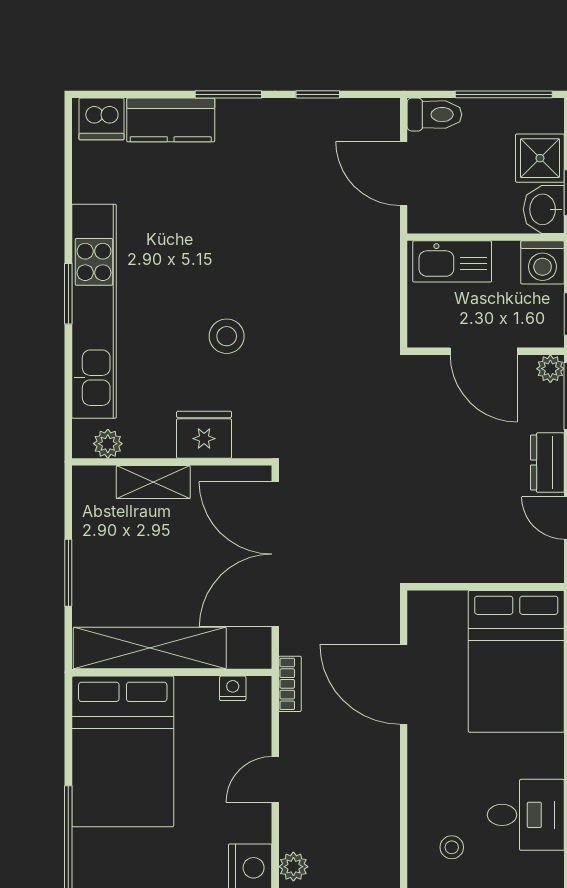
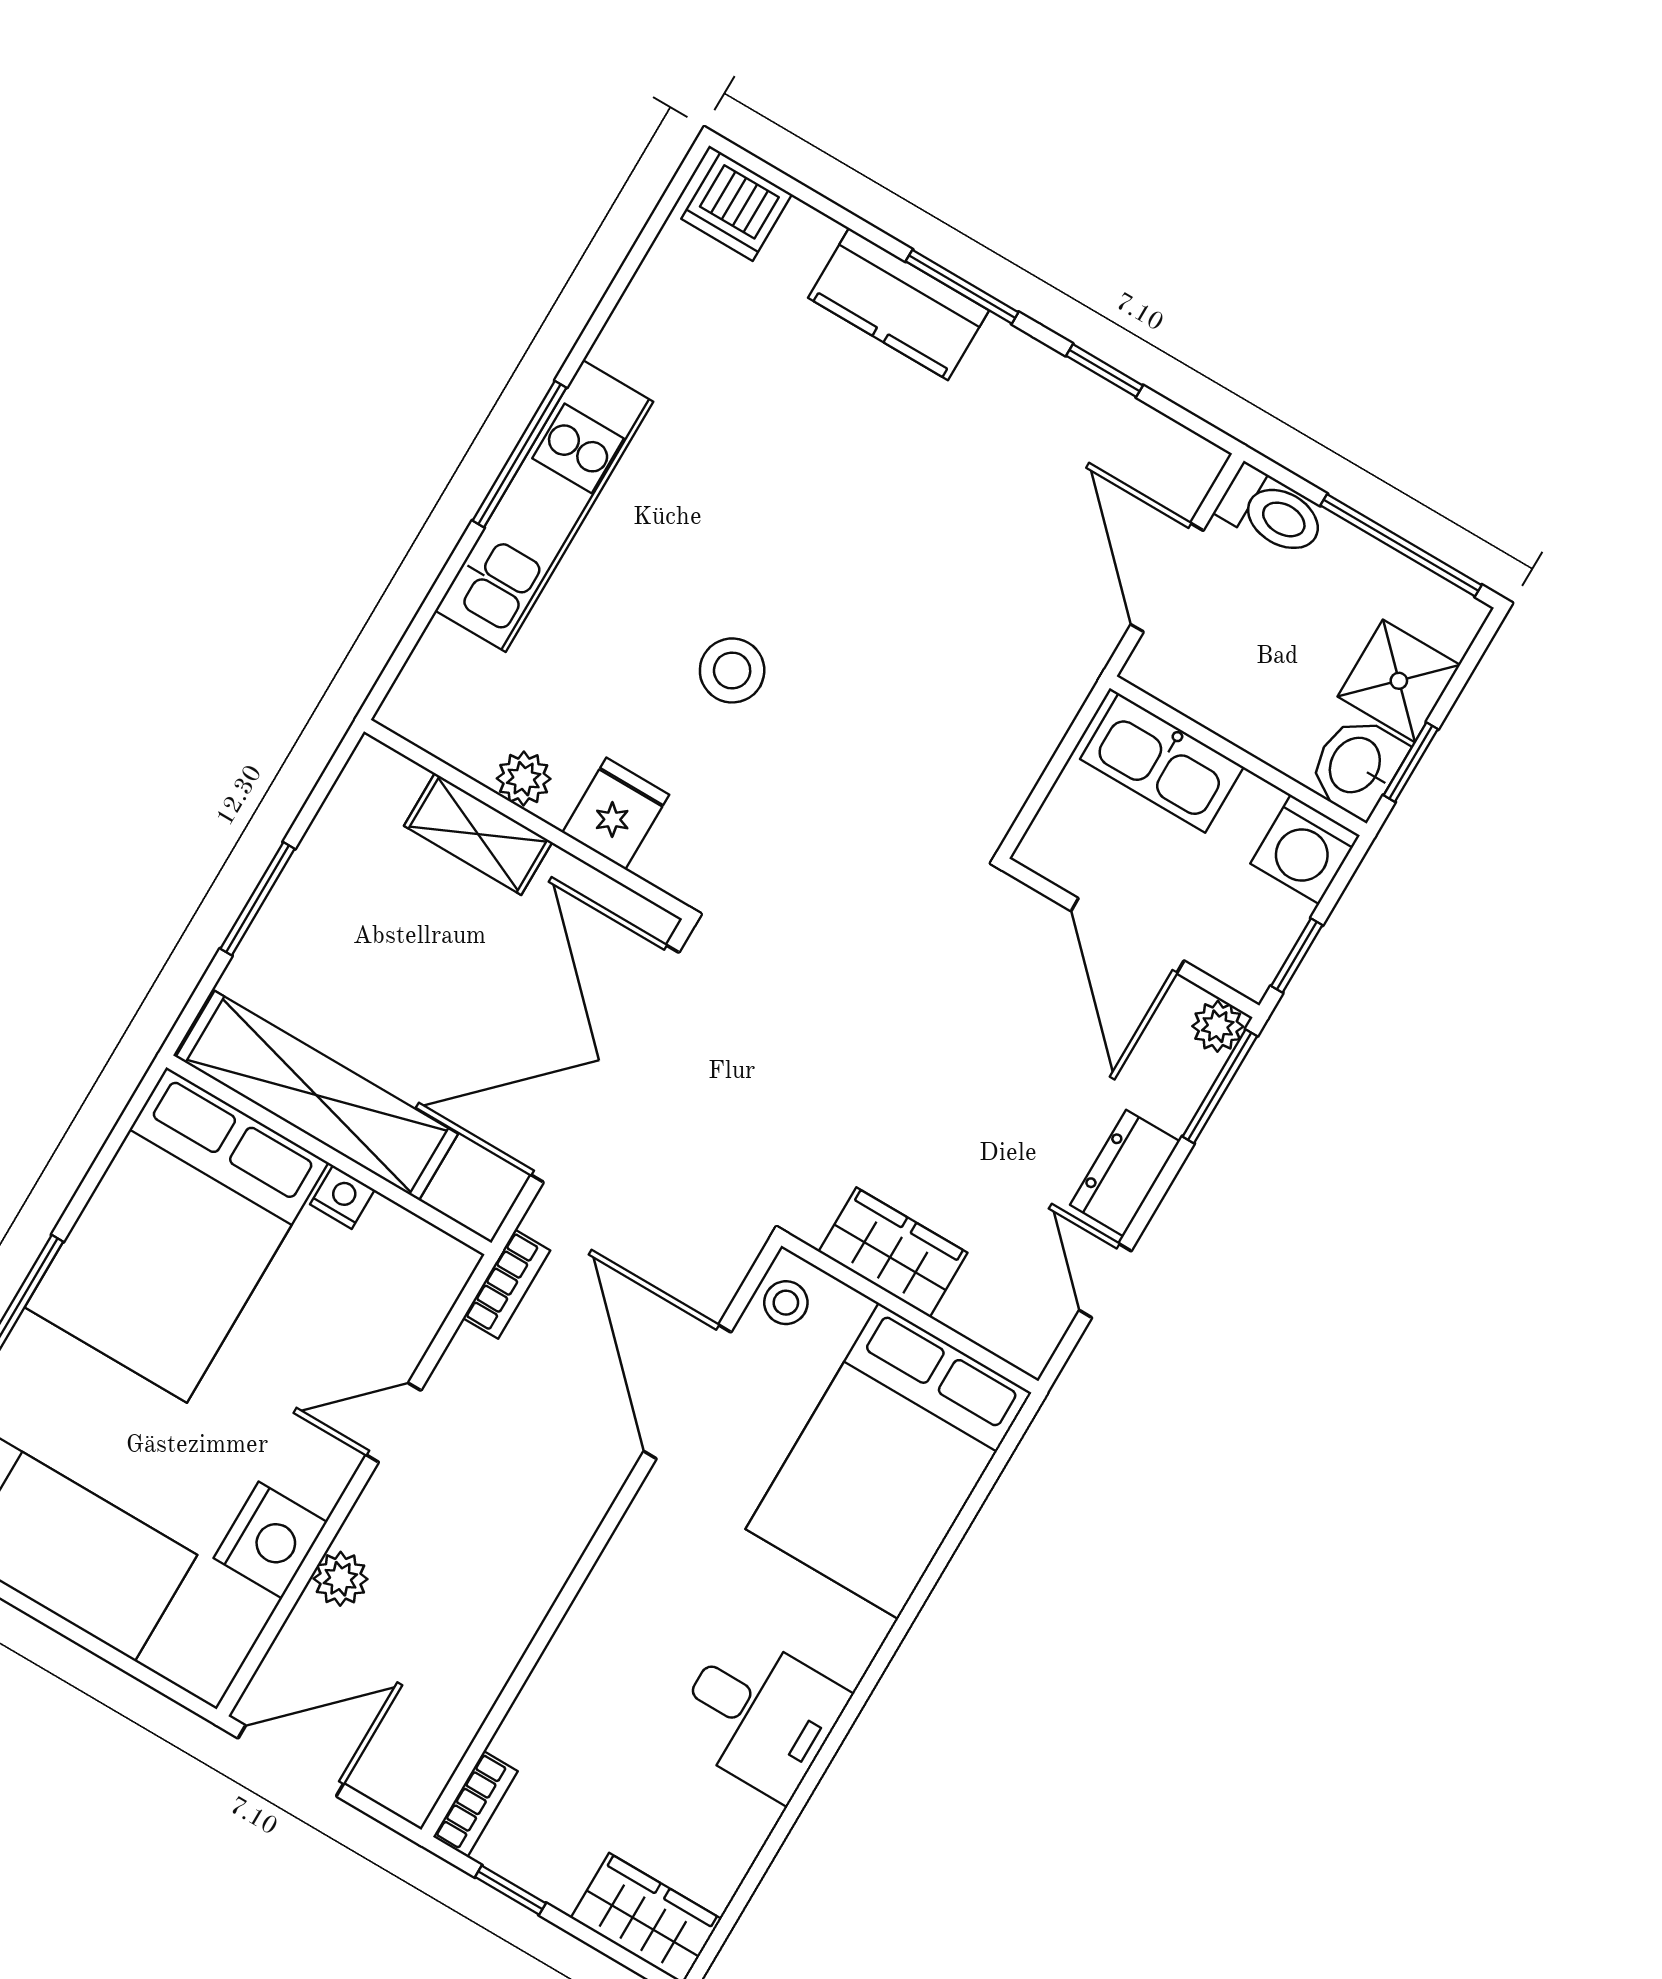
kitchen counter: (171, 120) -> (899, 304), moved
window: (68, 294) -> (519, 454), width x1.44
kitchen unit: (94, 311) -> (544, 506), width x0.73
fridge: (204, 435) -> (616, 814), width x0.72
plant: (108, 444) -> (524, 779), moved
wardrobe: (461, 563) -> (893, 1252), added
nightstand: (233, 688) -> (342, 1197), moved
stool: (452, 847) -> (786, 1303), moved

